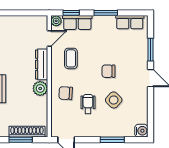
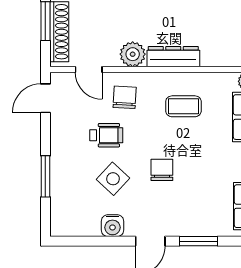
door: (49, 39) -> (89, 70), moved
water cooler: (141, 131) -> (113, 226), moved

